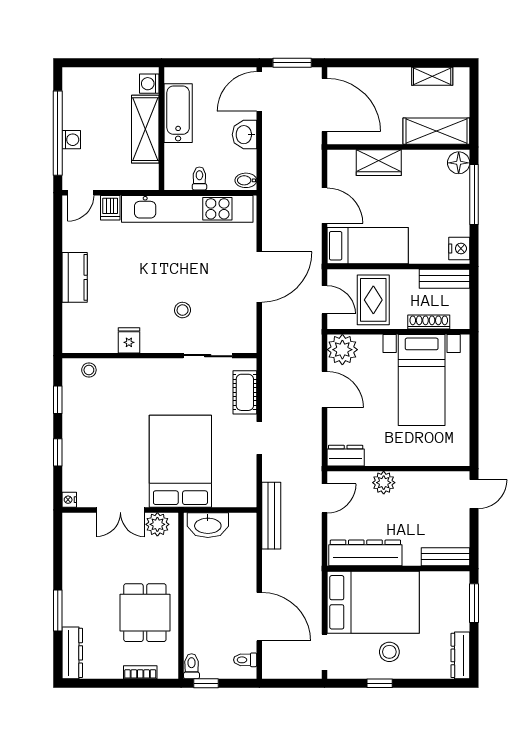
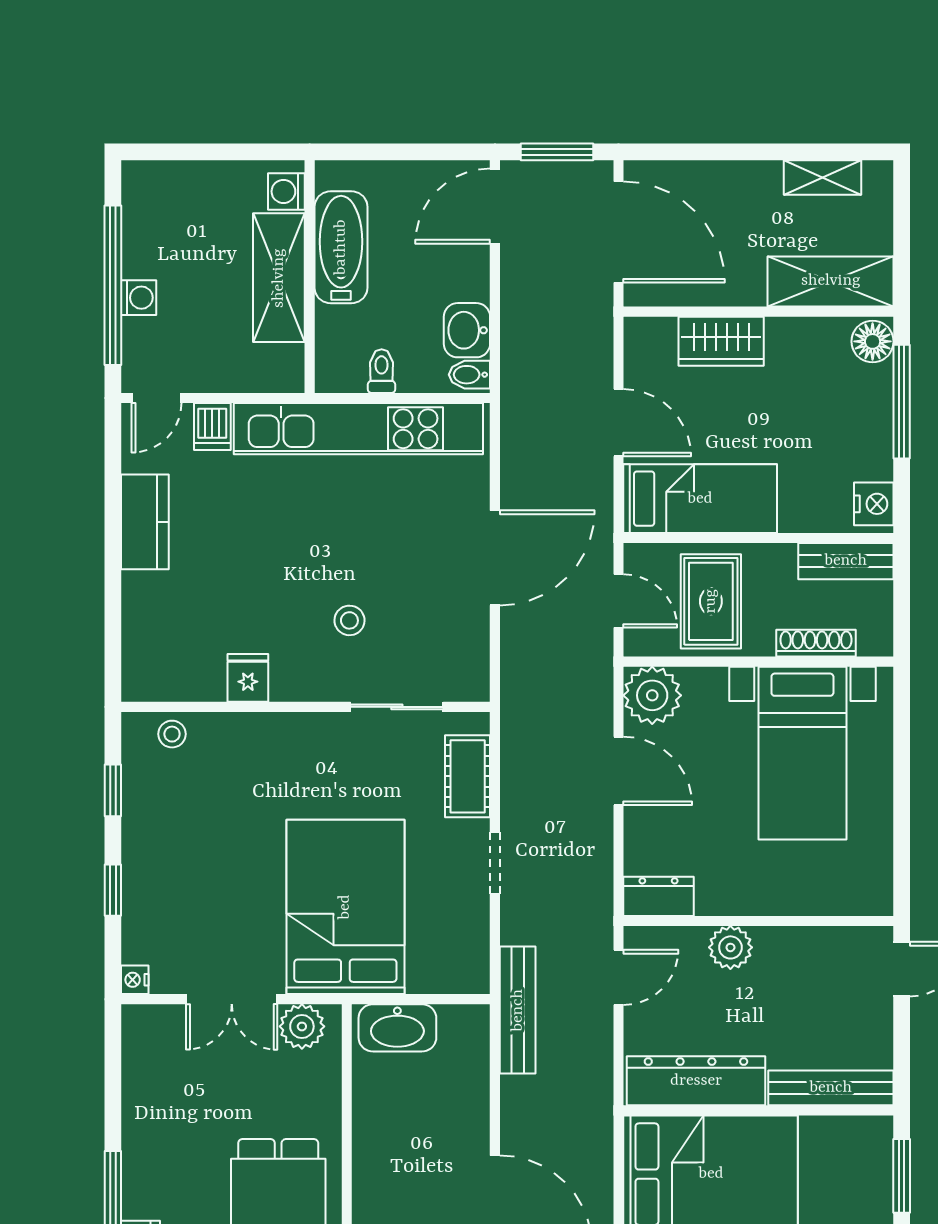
washbasin: (245, 135) -> (467, 330), moved
kitchen counter: (75, 277) -> (145, 522), moved
bench: (445, 557) -> (831, 1088), width x1.36

